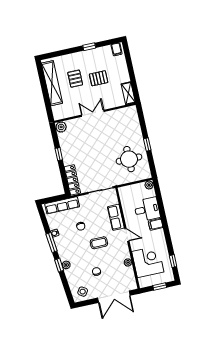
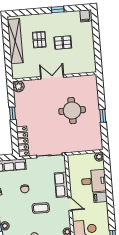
shelving: (128, 93) -> (91, 62), removed
round table: (129, 159) -> (72, 111), moved

